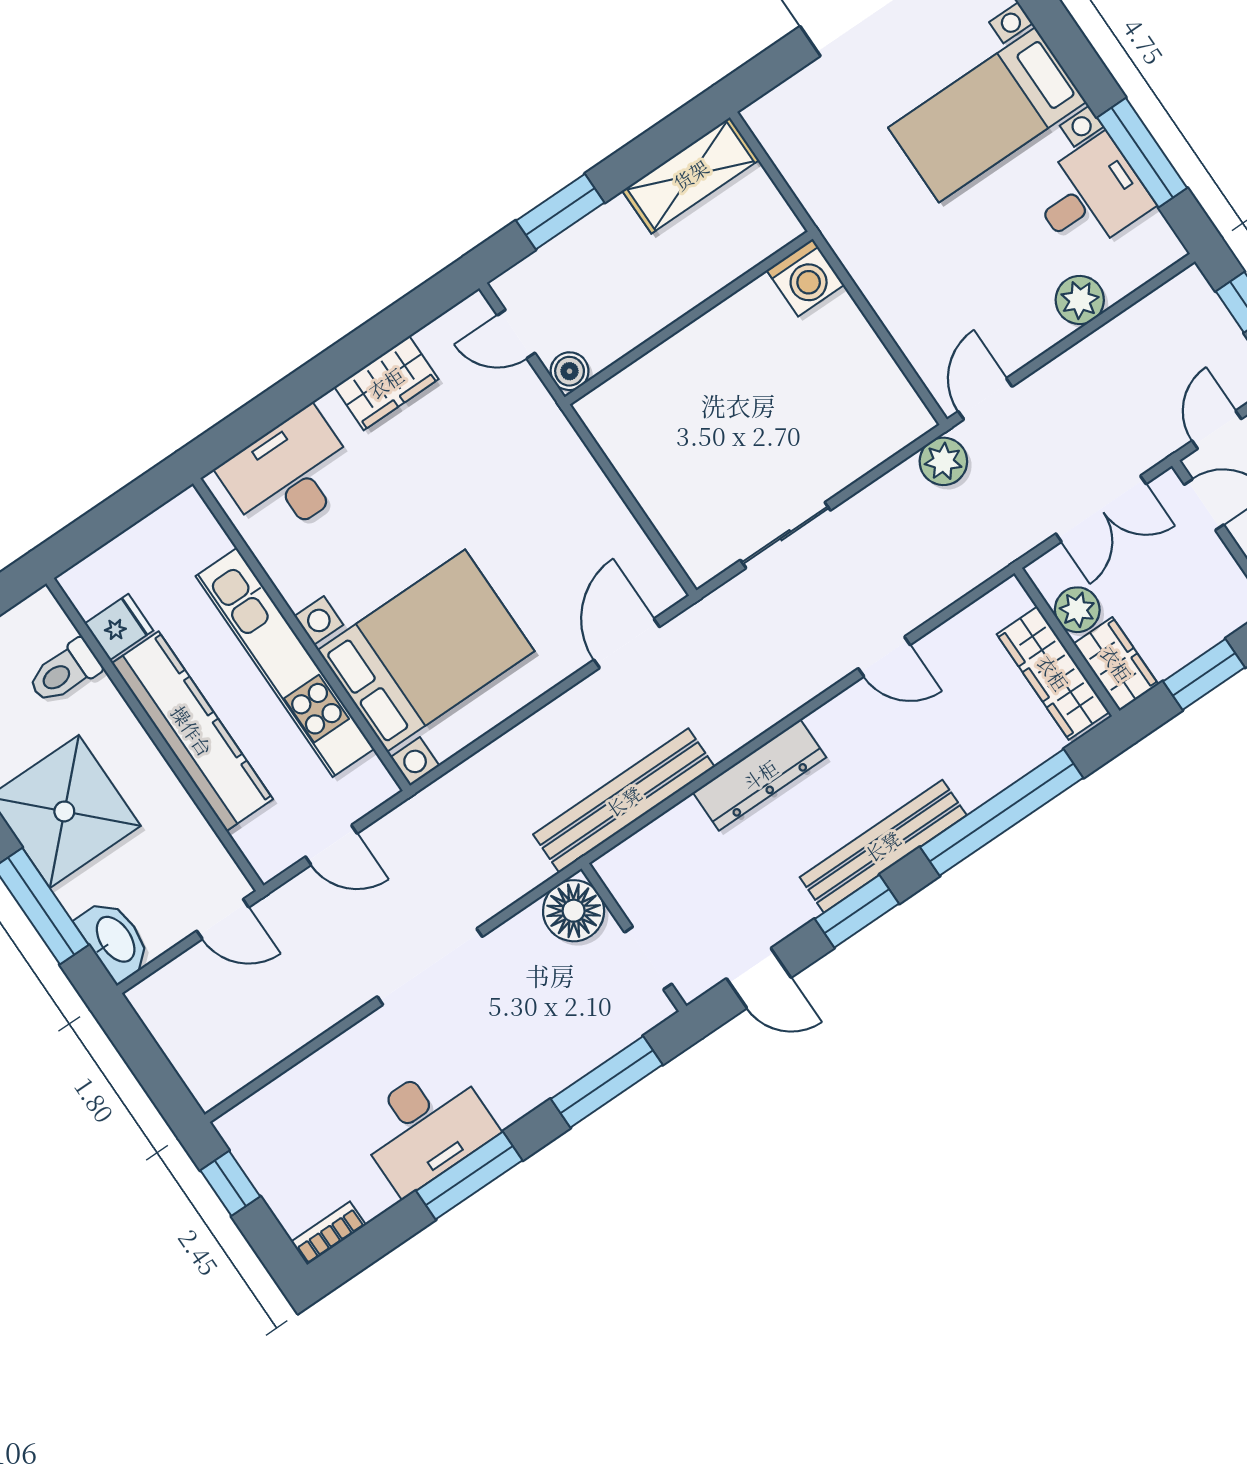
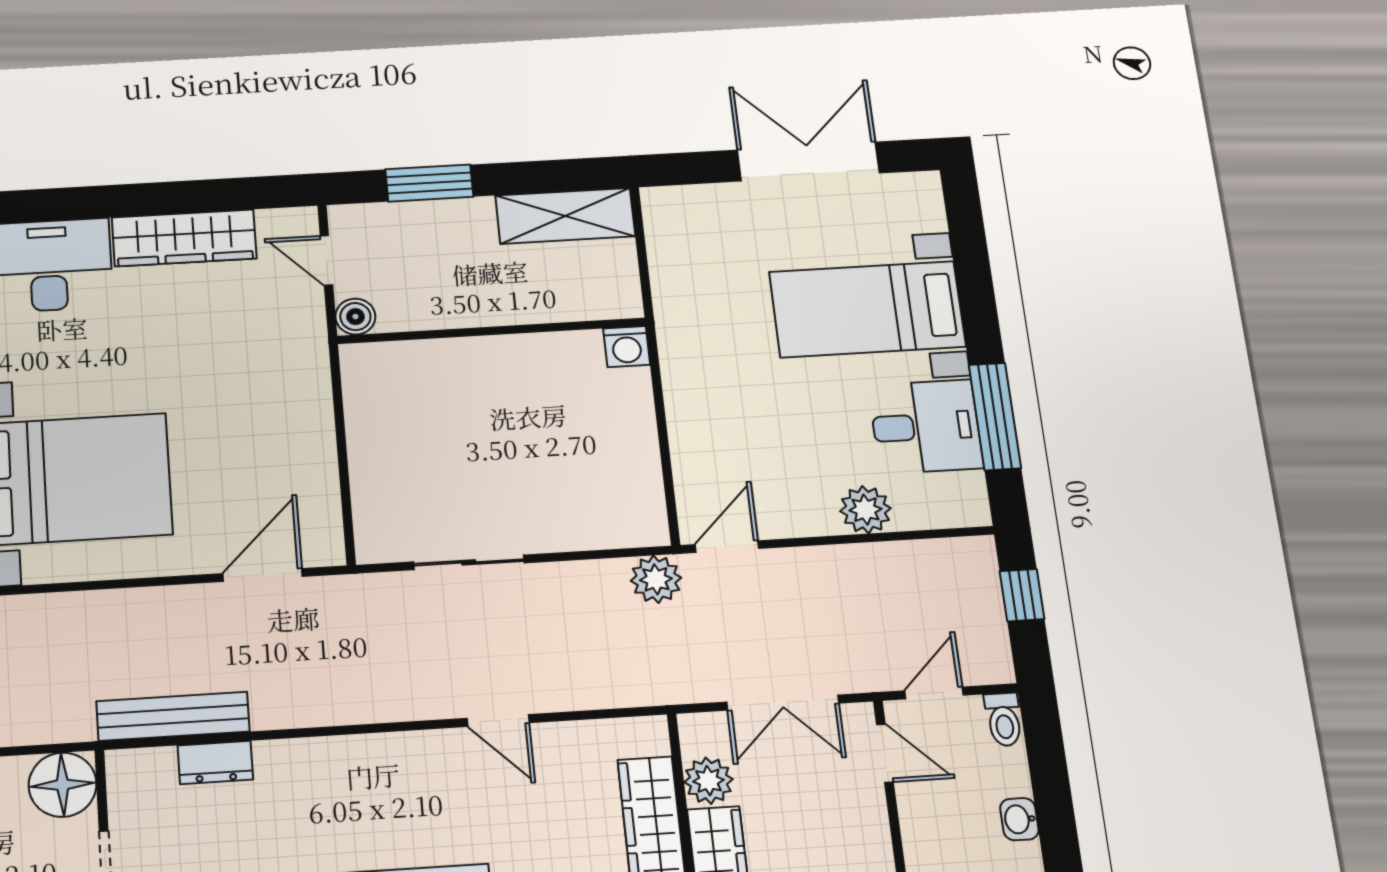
washing machine: (805, 278) -> (627, 347), width x0.73, depth x0.73
wardrobe: (386, 383) -> (184, 238), width x1.50
dresser: (760, 775) -> (215, 762), moved, width x0.51, depth x0.80
bench: (624, 801) -> (173, 716), width x0.73, depth x0.82

